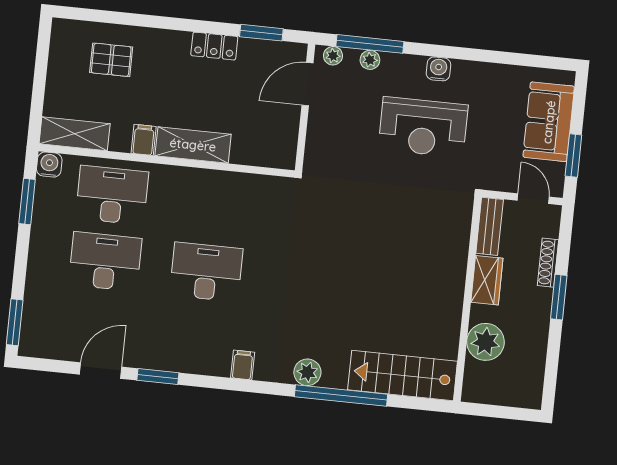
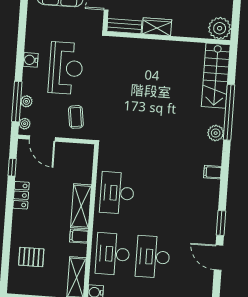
window: (261, 33) -> (12, 167), width x0.67
pallet: (111, 60) -> (31, 257), turned 90
coffee table: (341, 141) -> (76, 117), added
desk: (206, 272) -> (117, 193), moved
plant: (485, 342) -> (220, 28), moved

